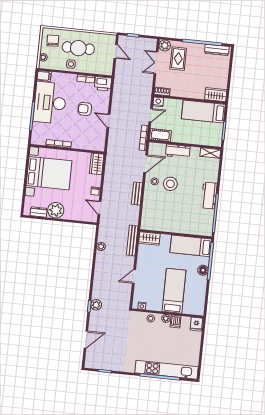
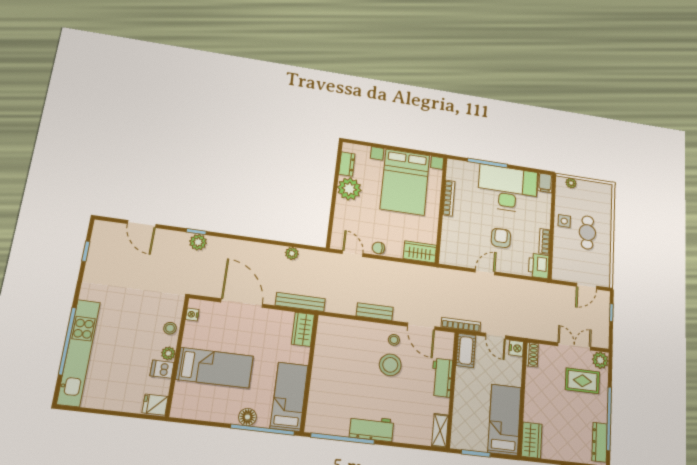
chair: (53, 41) -> (595, 197), removed
cafe table: (78, 48) -> (587, 233), width x0.73, depth x0.74
door: (100, 208) -> (353, 254), hinge flipped
door: (134, 276) -> (242, 303), width x1.88

